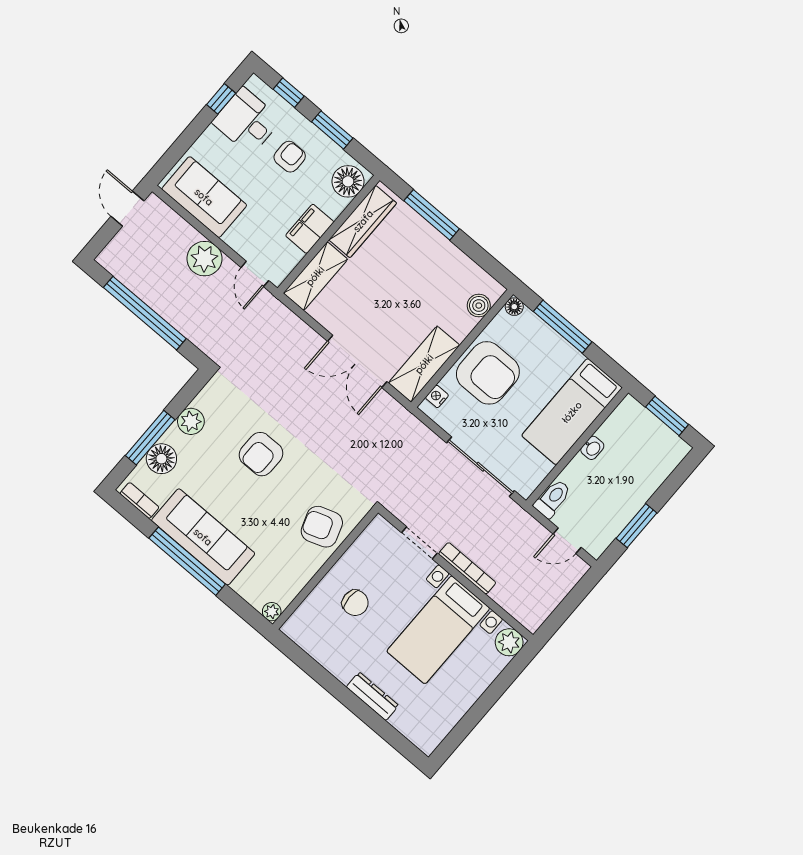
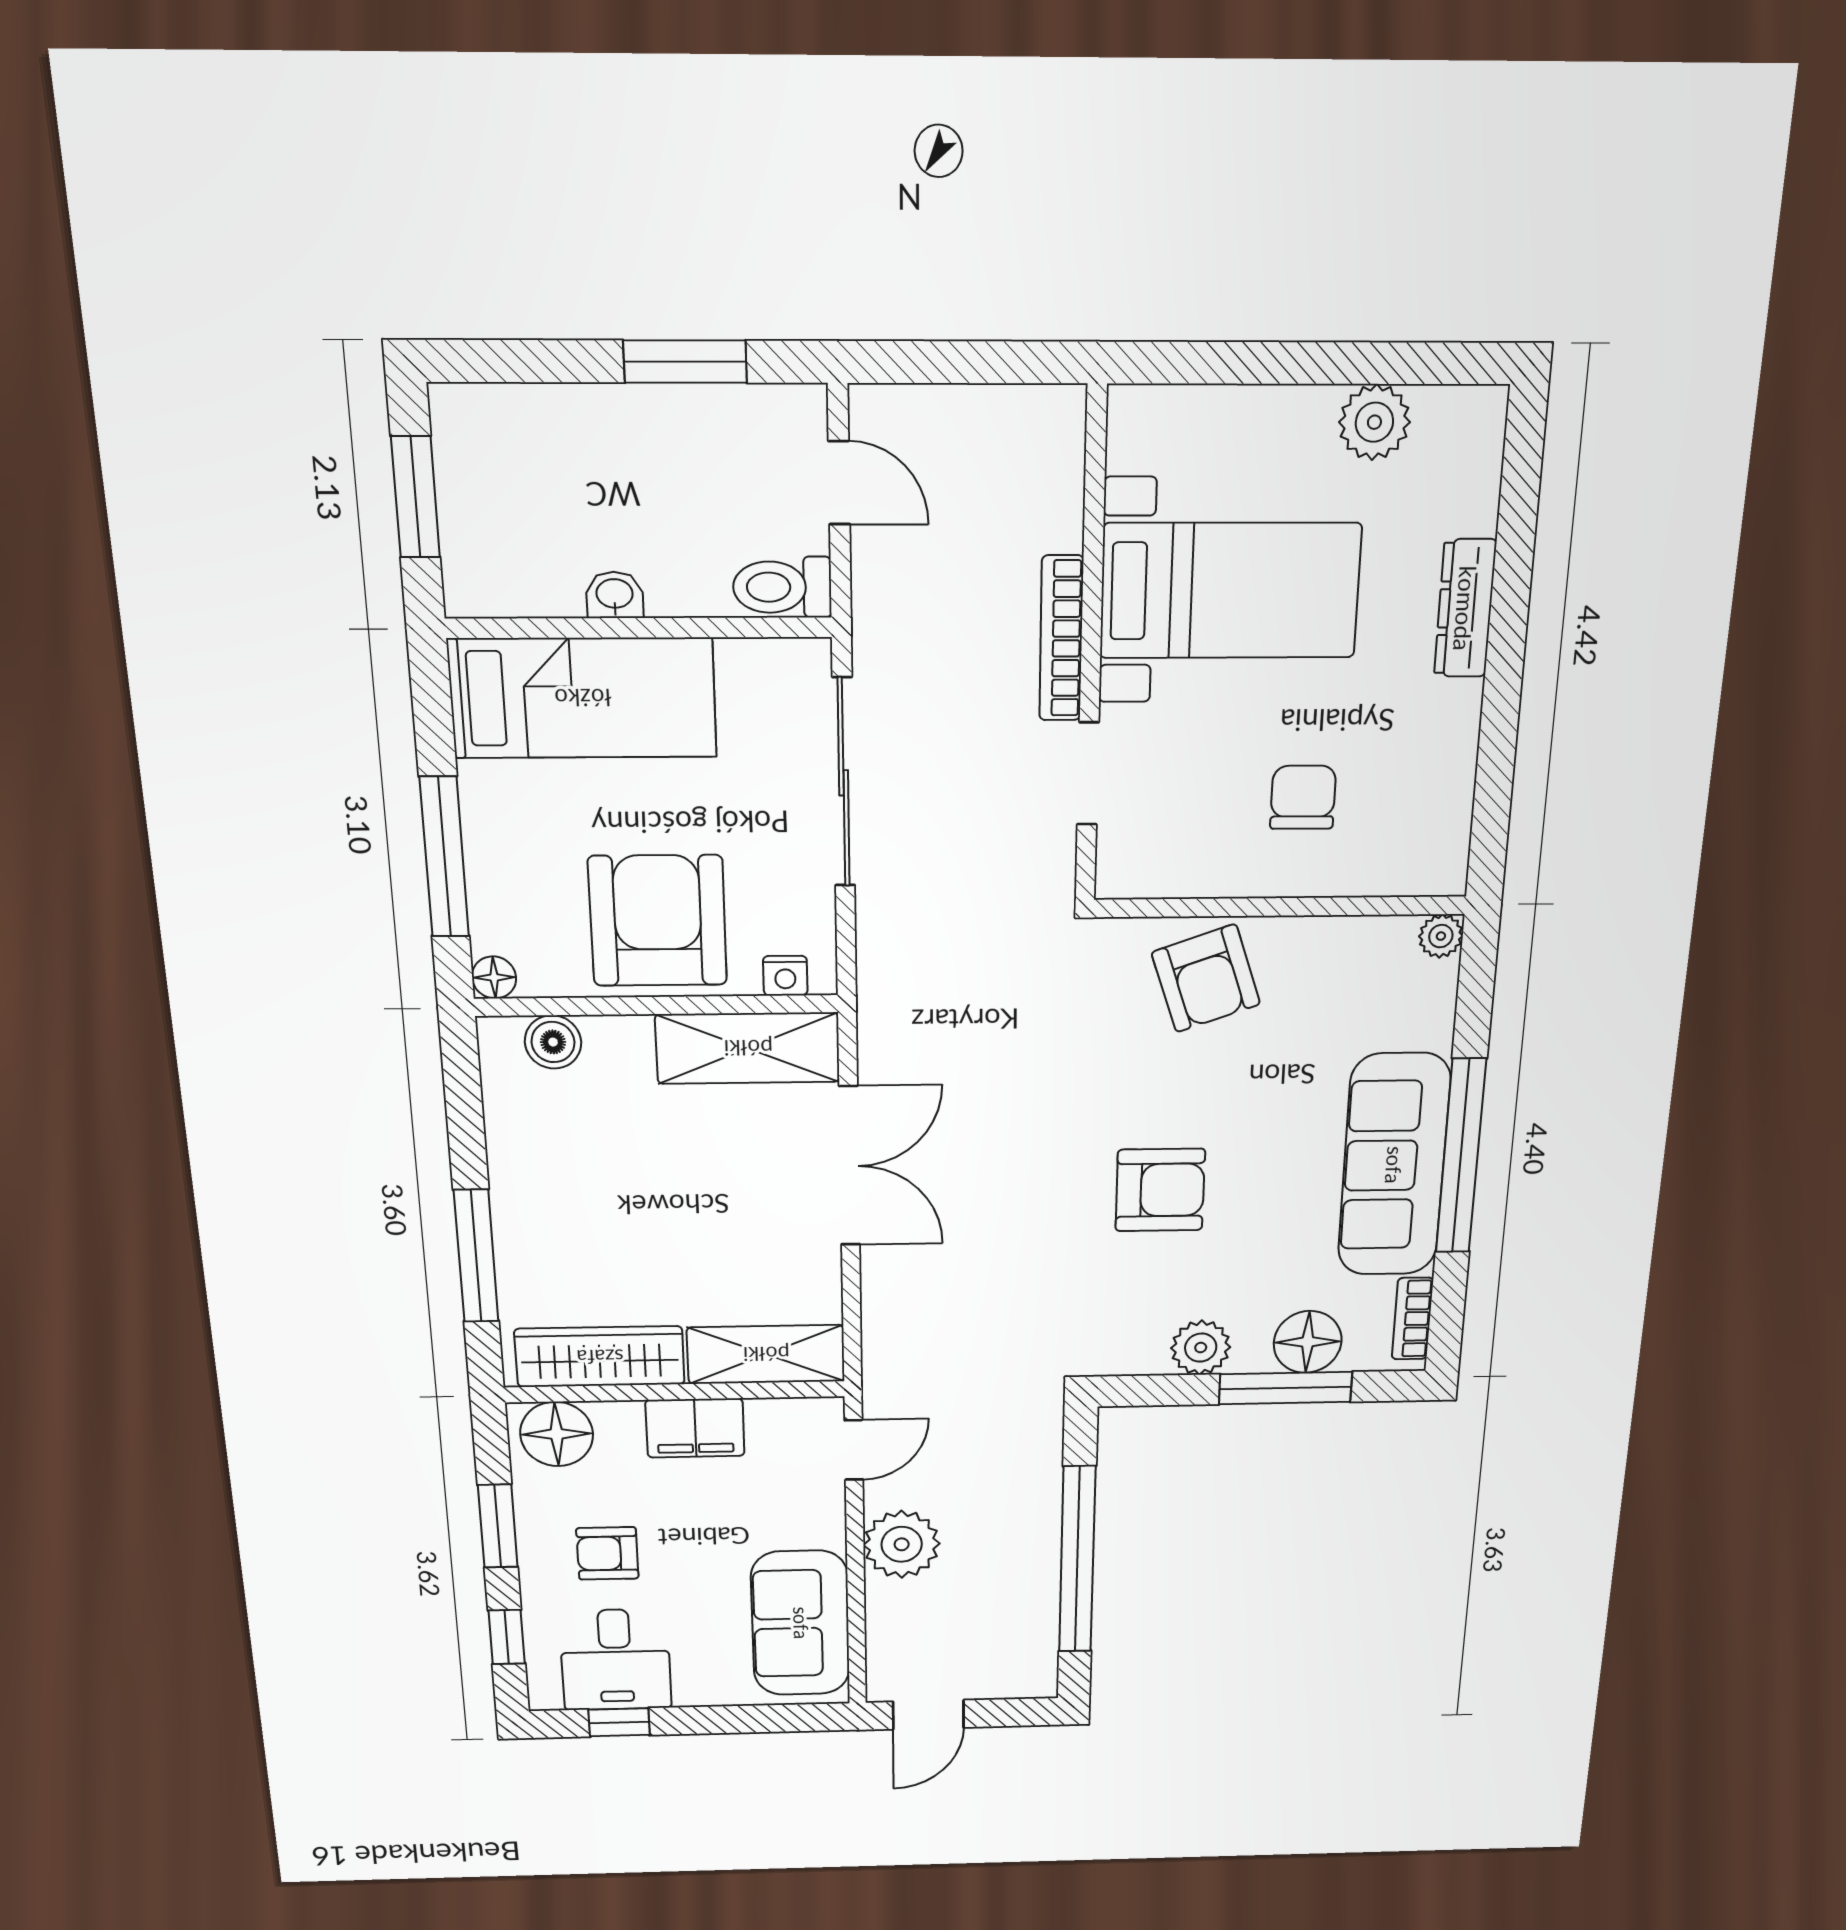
plant: (509, 642) -> (1374, 422), moved

